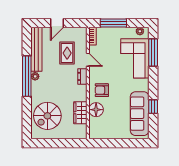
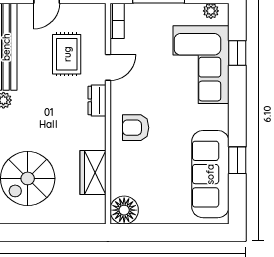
window: (153, 52) -> (237, 53), width x0.46
door: (88, 60) -> (108, 67), hinge flipped
floor lamp: (96, 110) -> (124, 210), moved

